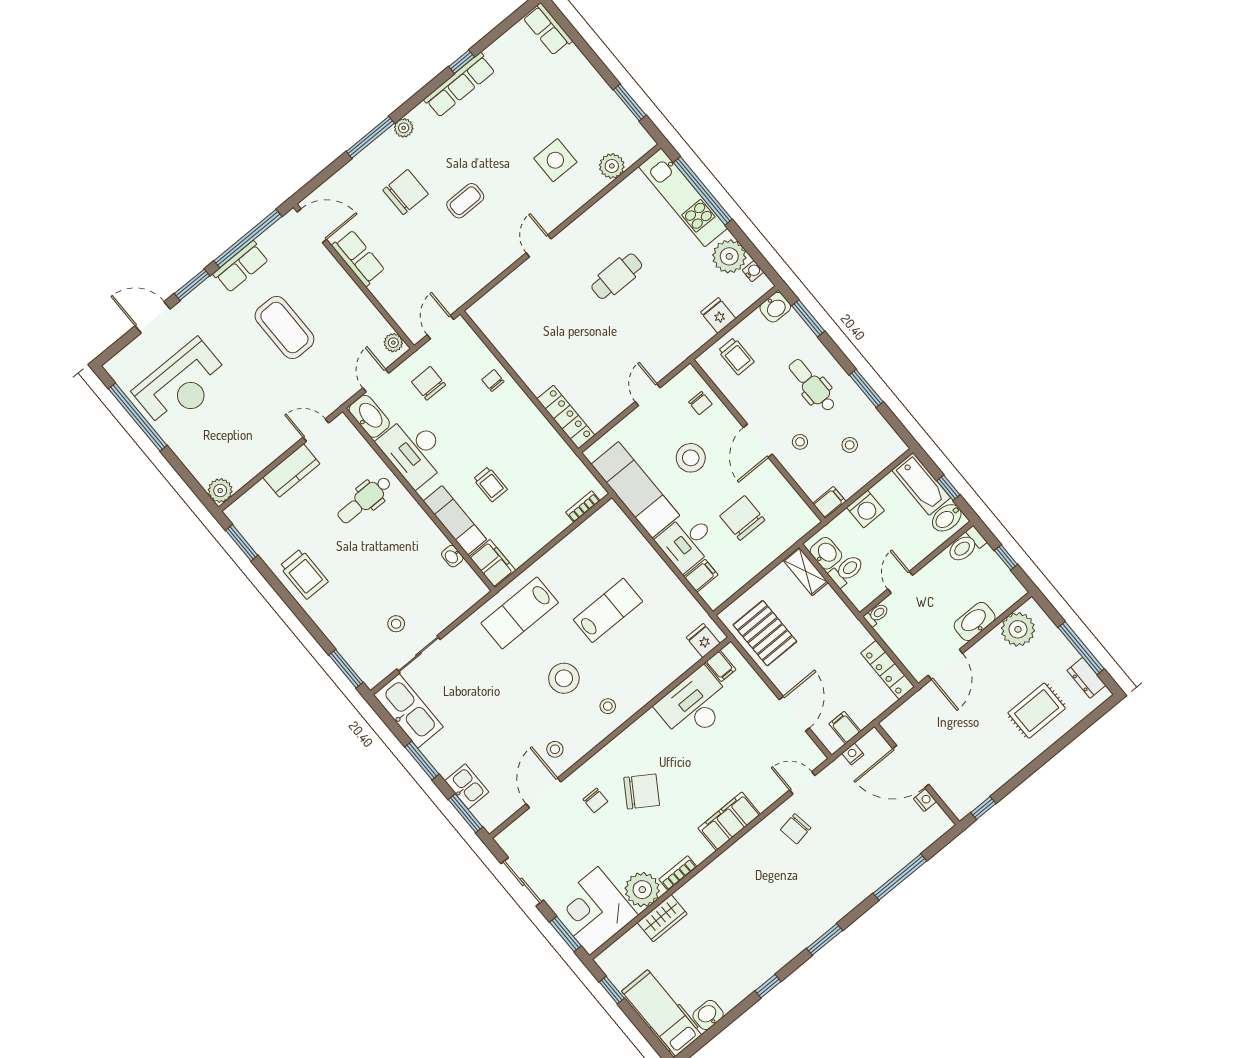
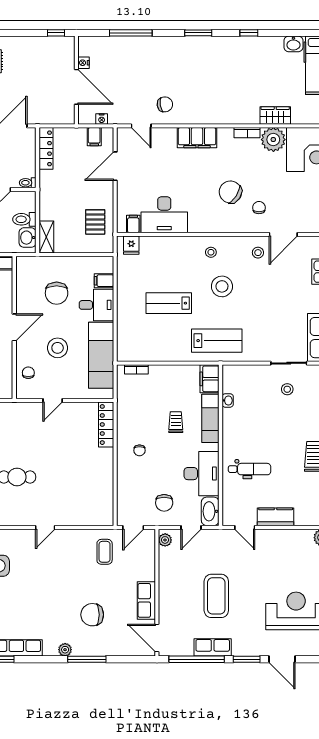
coffee table: (465, 201) -> (105, 552), moved, turned 90
chair: (493, 380) -> (139, 450), moved
pallet: (765, 633) -> (95, 222), width x0.67, depth x0.71

